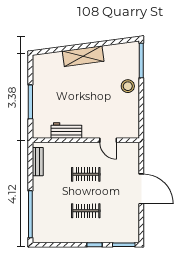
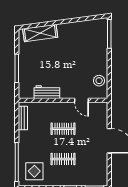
shelving: (83, 56) -> (40, 33), moved
stool: (128, 86) -> (99, 81), moved
display table: (51, 225) -> (34, 171), added

